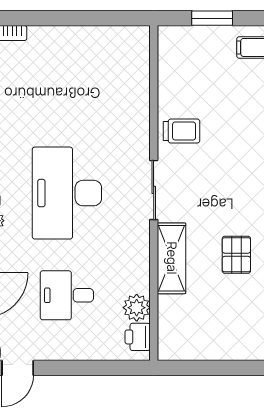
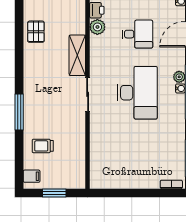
trolley: (181, 131) -> (43, 146), moved
pallet: (236, 255) -> (36, 32), moved

